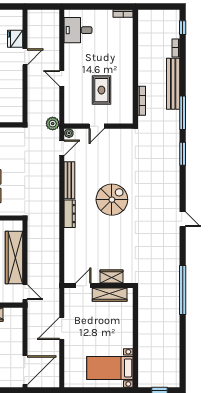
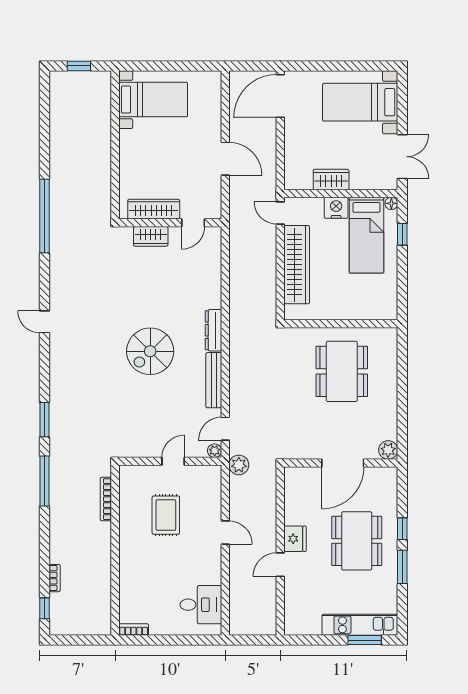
fridge: (15, 39) -> (295, 539), moved
bench: (173, 84) -> (59, 524), removed
door: (62, 328) -> (225, 159), hinge flipped

